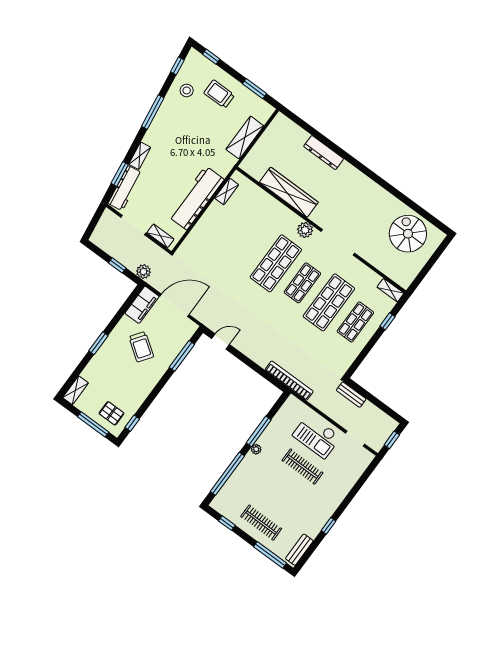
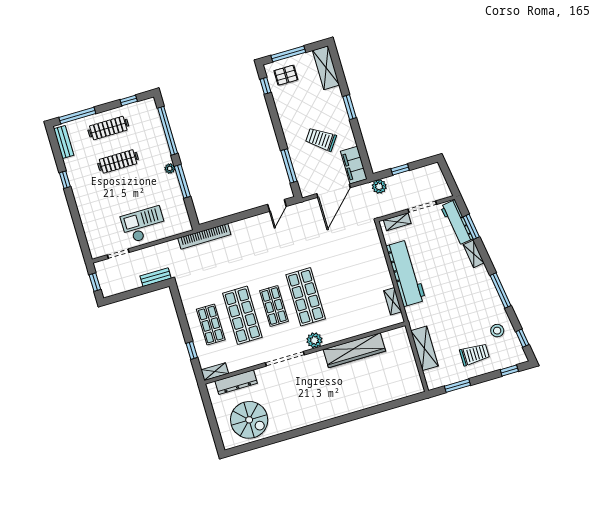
dresser: (324, 153) -> (236, 382), moved, turned 180
shelving: (76, 390) -> (326, 68), width x1.50, depth x1.33
clothes rail: (302, 467) -> (118, 161), moved

